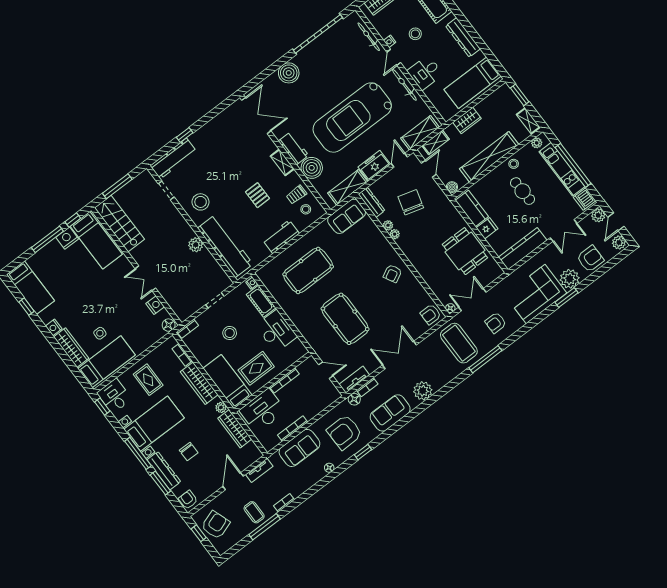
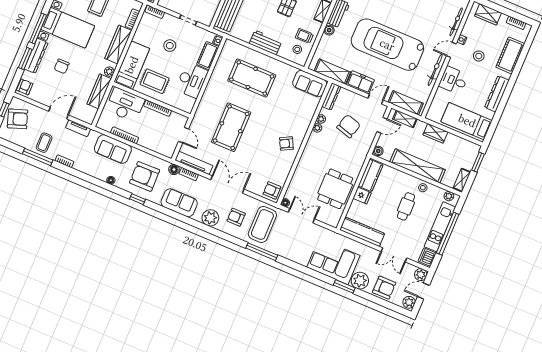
boiler: (312, 168) -> (329, 30), width x0.54, depth x0.54
armchair: (496, 323) -> (236, 217), moved
tv unit: (354, 380) -> (194, 163), width x1.41

